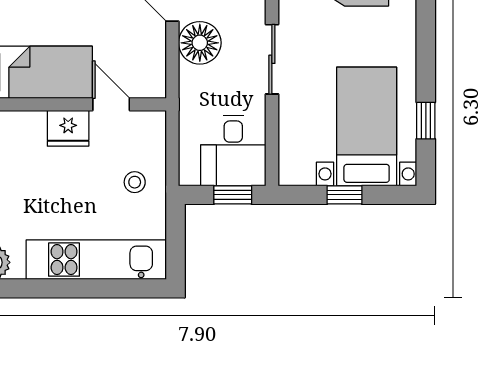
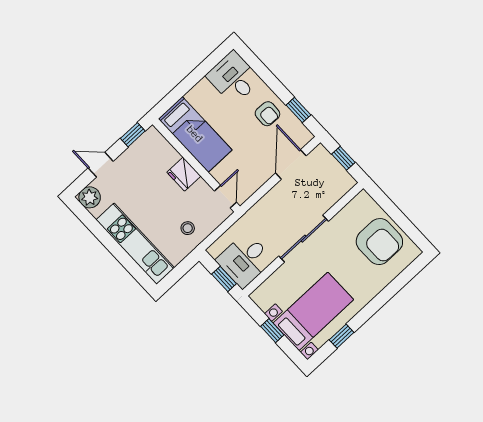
floor lamp: (200, 43) -> (280, 198), removed
sliding door: (272, 59) -> (304, 239), width x1.37
door: (111, 104) -> (225, 197), moved

